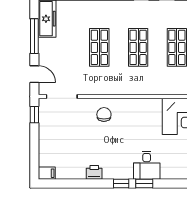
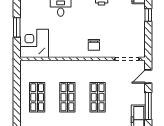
door: (34, 74) -> (148, 76), hinge flipped
window: (34, 115) -> (148, 15), moved

